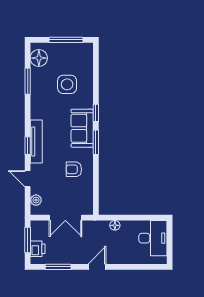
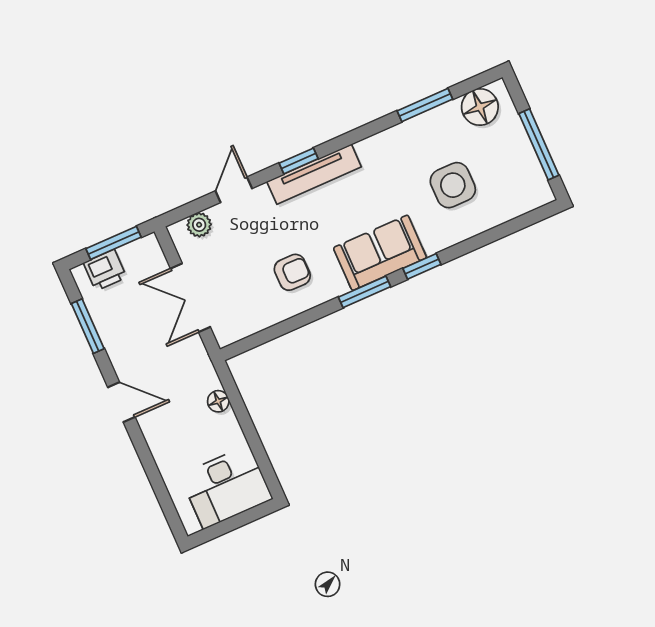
armchair: (74, 169) -> (292, 272), turned 90

